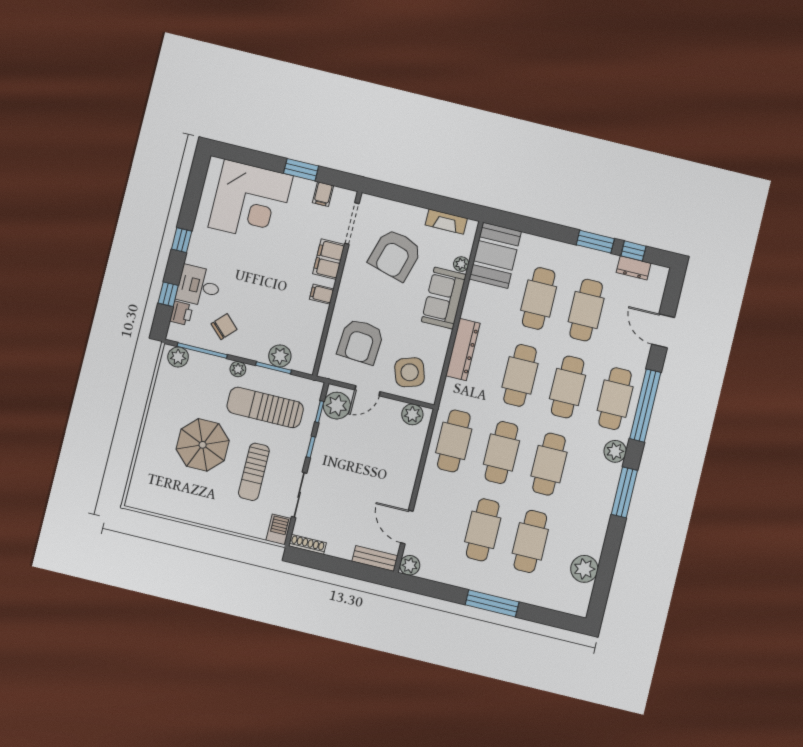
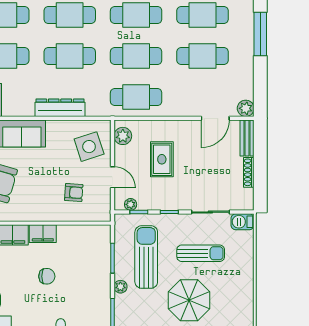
filing cabinet: (322, 294) -> (43, 234), width x2.00
chair: (224, 327) -> (47, 276), moved, turned 136
armchair: (361, 341) -> (74, 193), width x0.53, depth x0.53
plant: (280, 356) -> (102, 255), removed
plant: (337, 406) -> (131, 204), width x0.53, depth x0.53
sun lounger: (265, 407) -> (146, 257), turned 180
rug: (374, 453) -> (162, 159), added
shoe rack: (307, 544) -> (249, 172), moved

